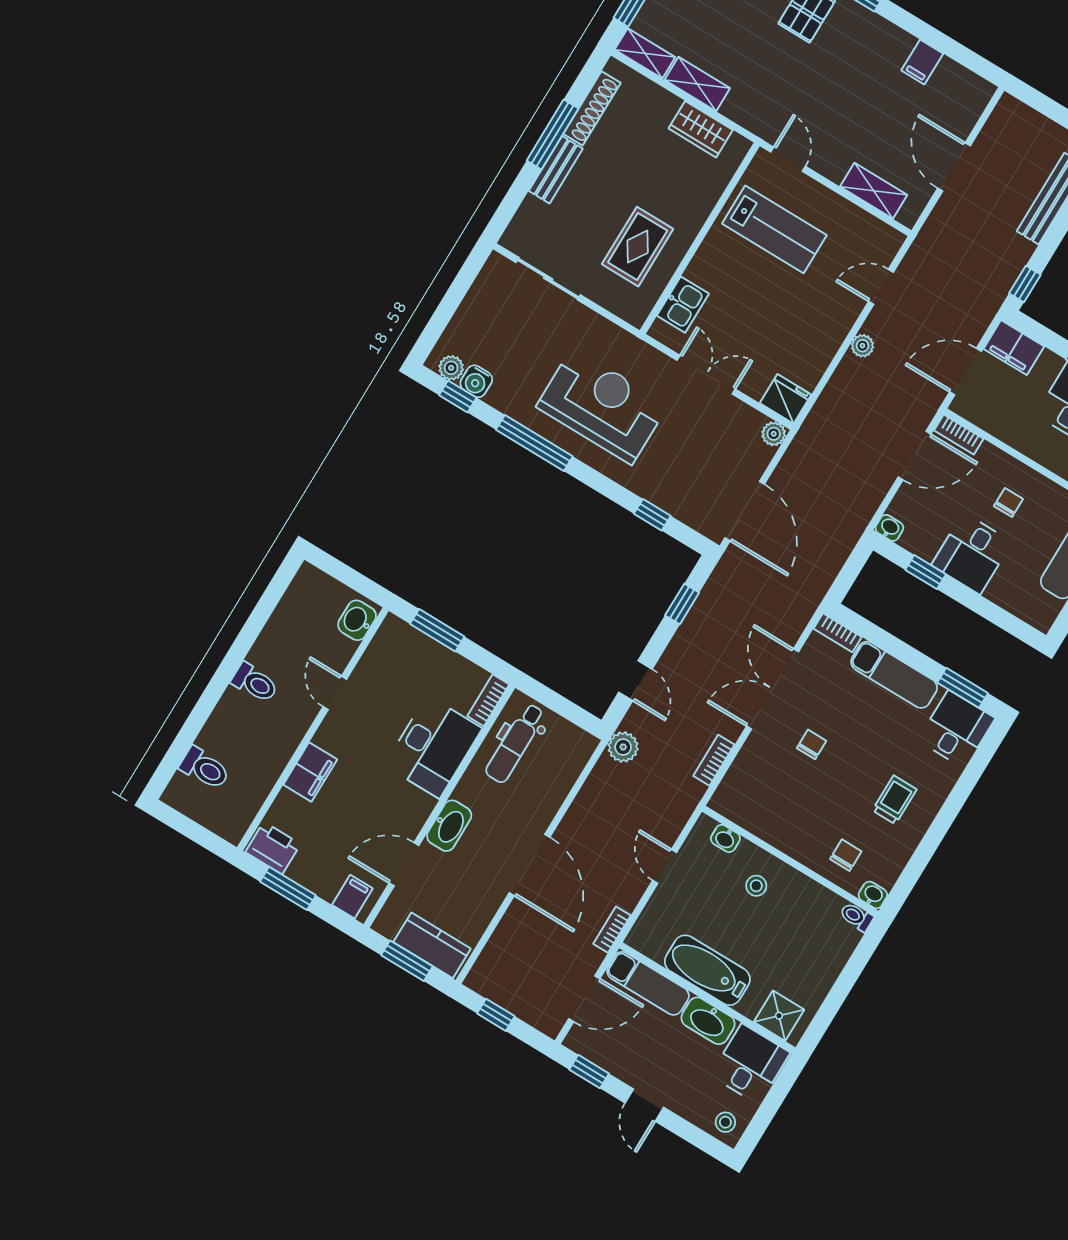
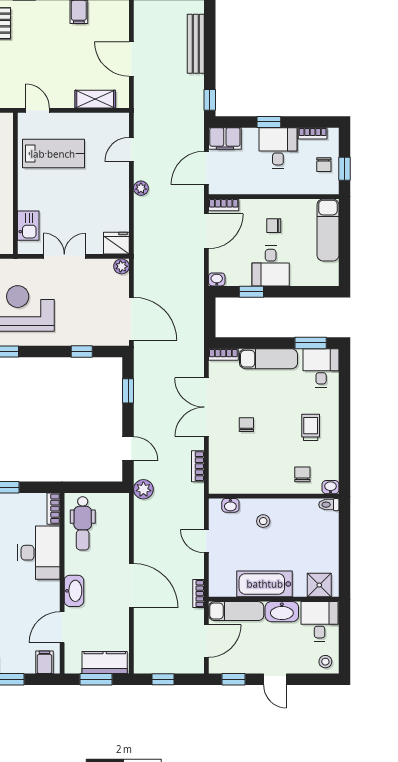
chair: (1008, 503) -> (274, 226), turned -90

